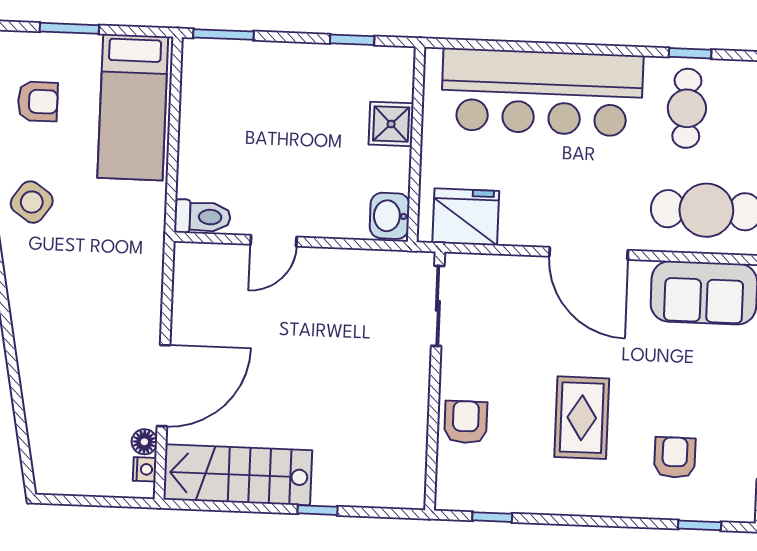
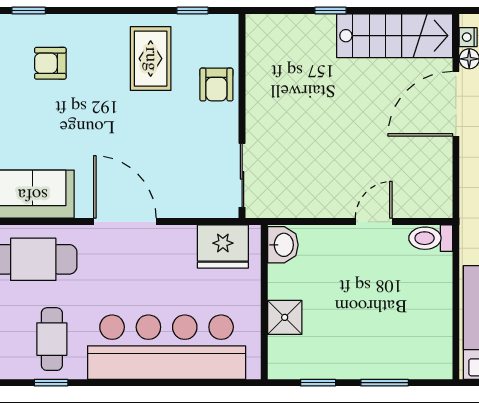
window: (223, 35) -> (385, 383), moved
rug: (582, 418) -> (151, 59), moved
armchair: (675, 457) -> (50, 63), turned 90

